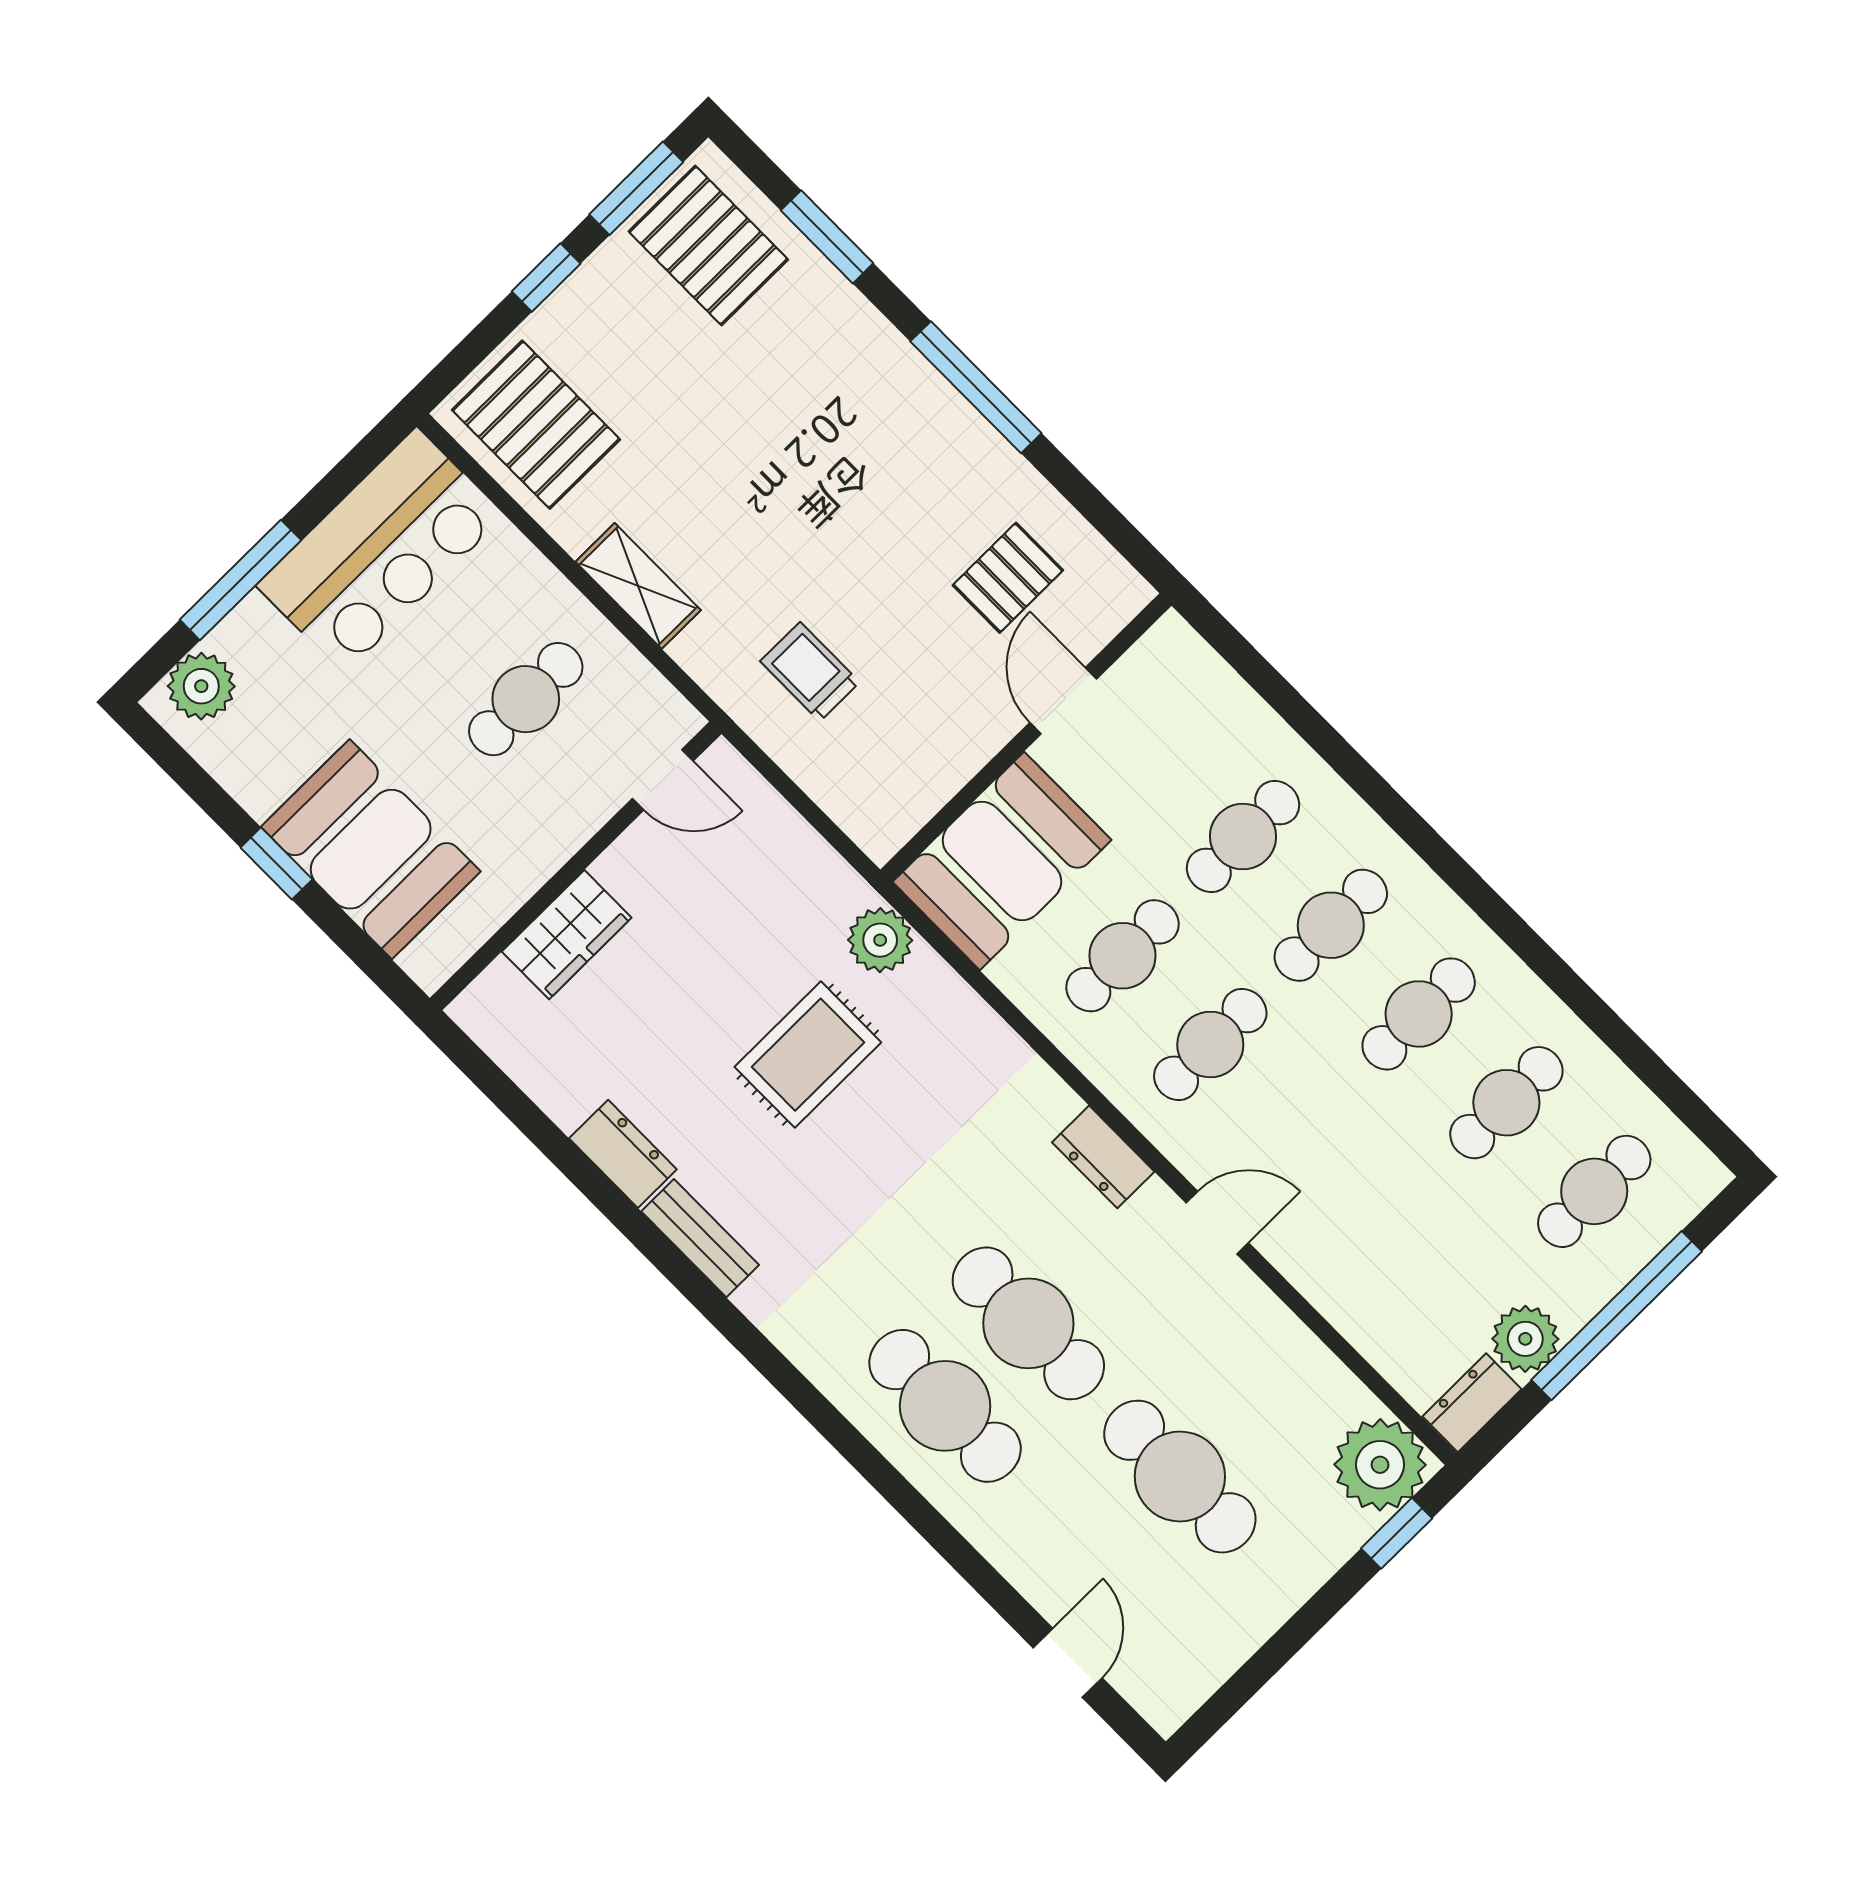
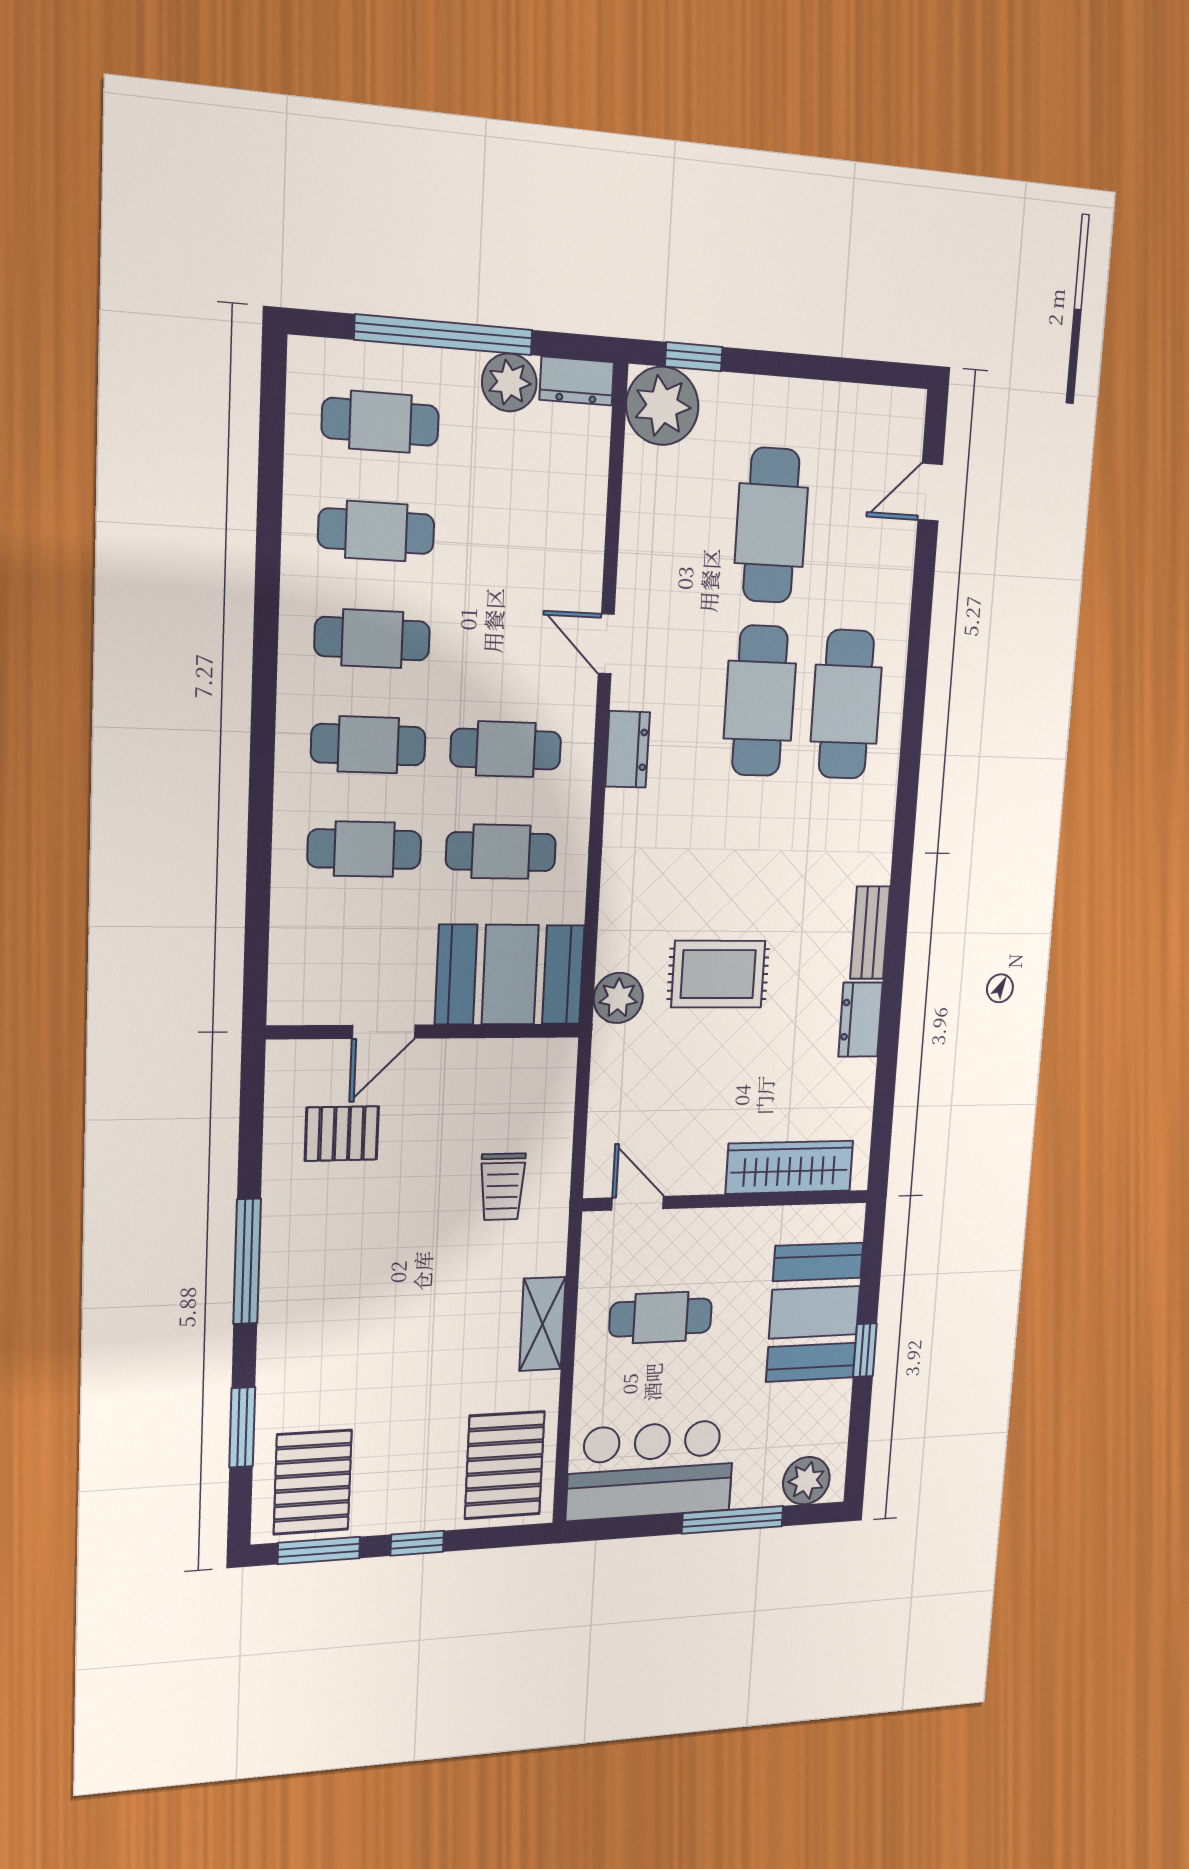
wardrobe: (567, 935) -> (790, 1167), width x1.50

